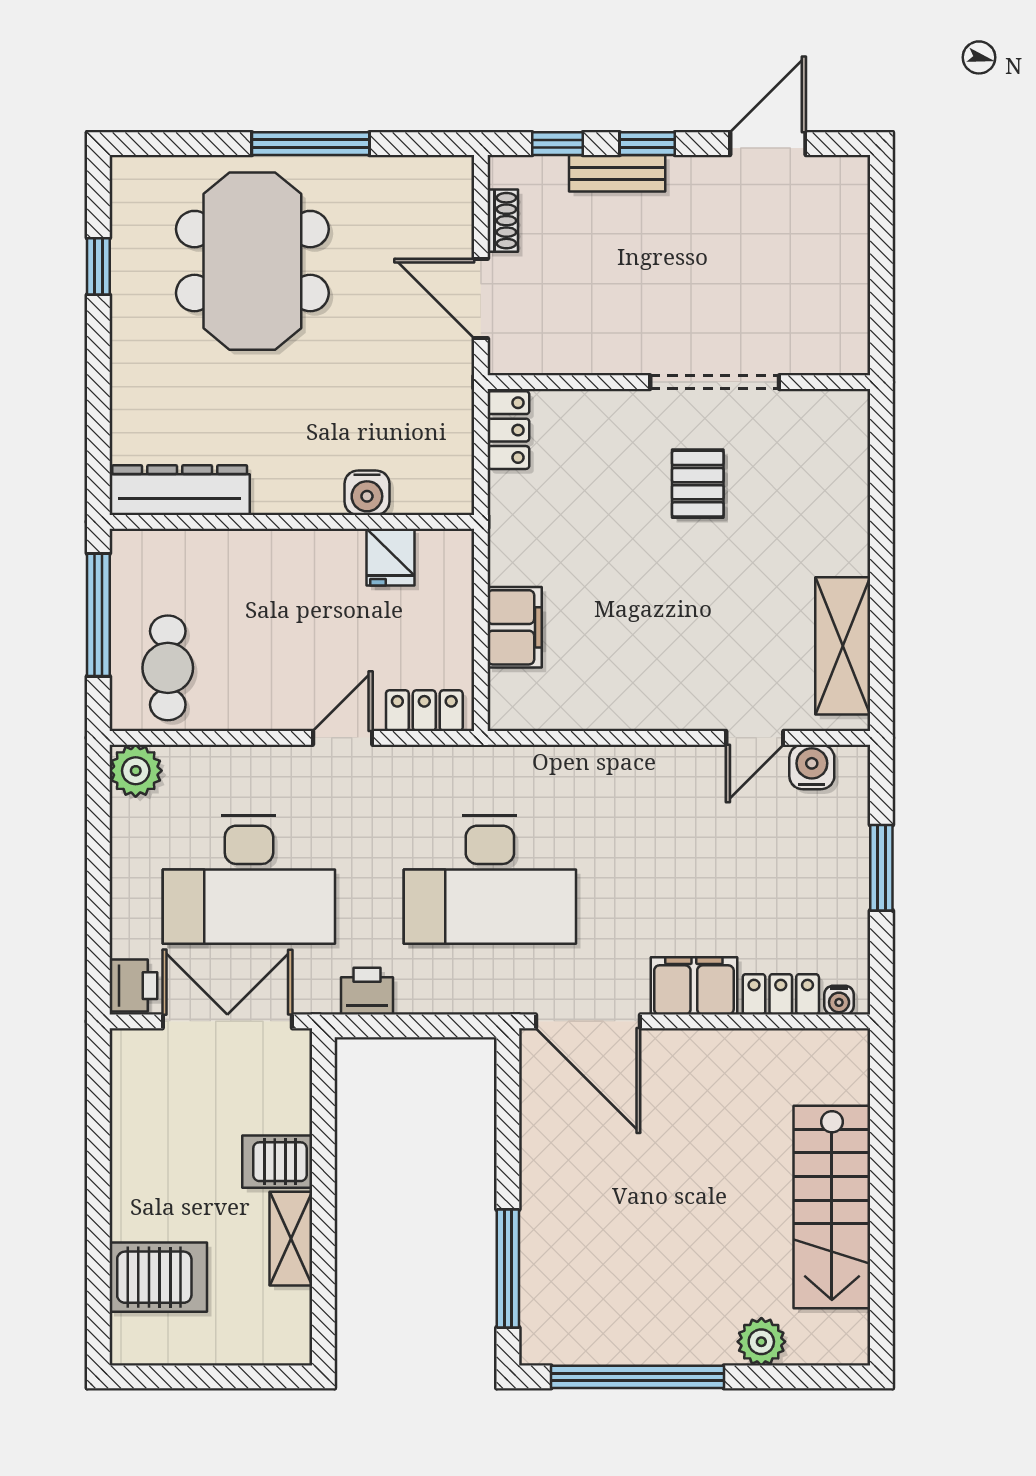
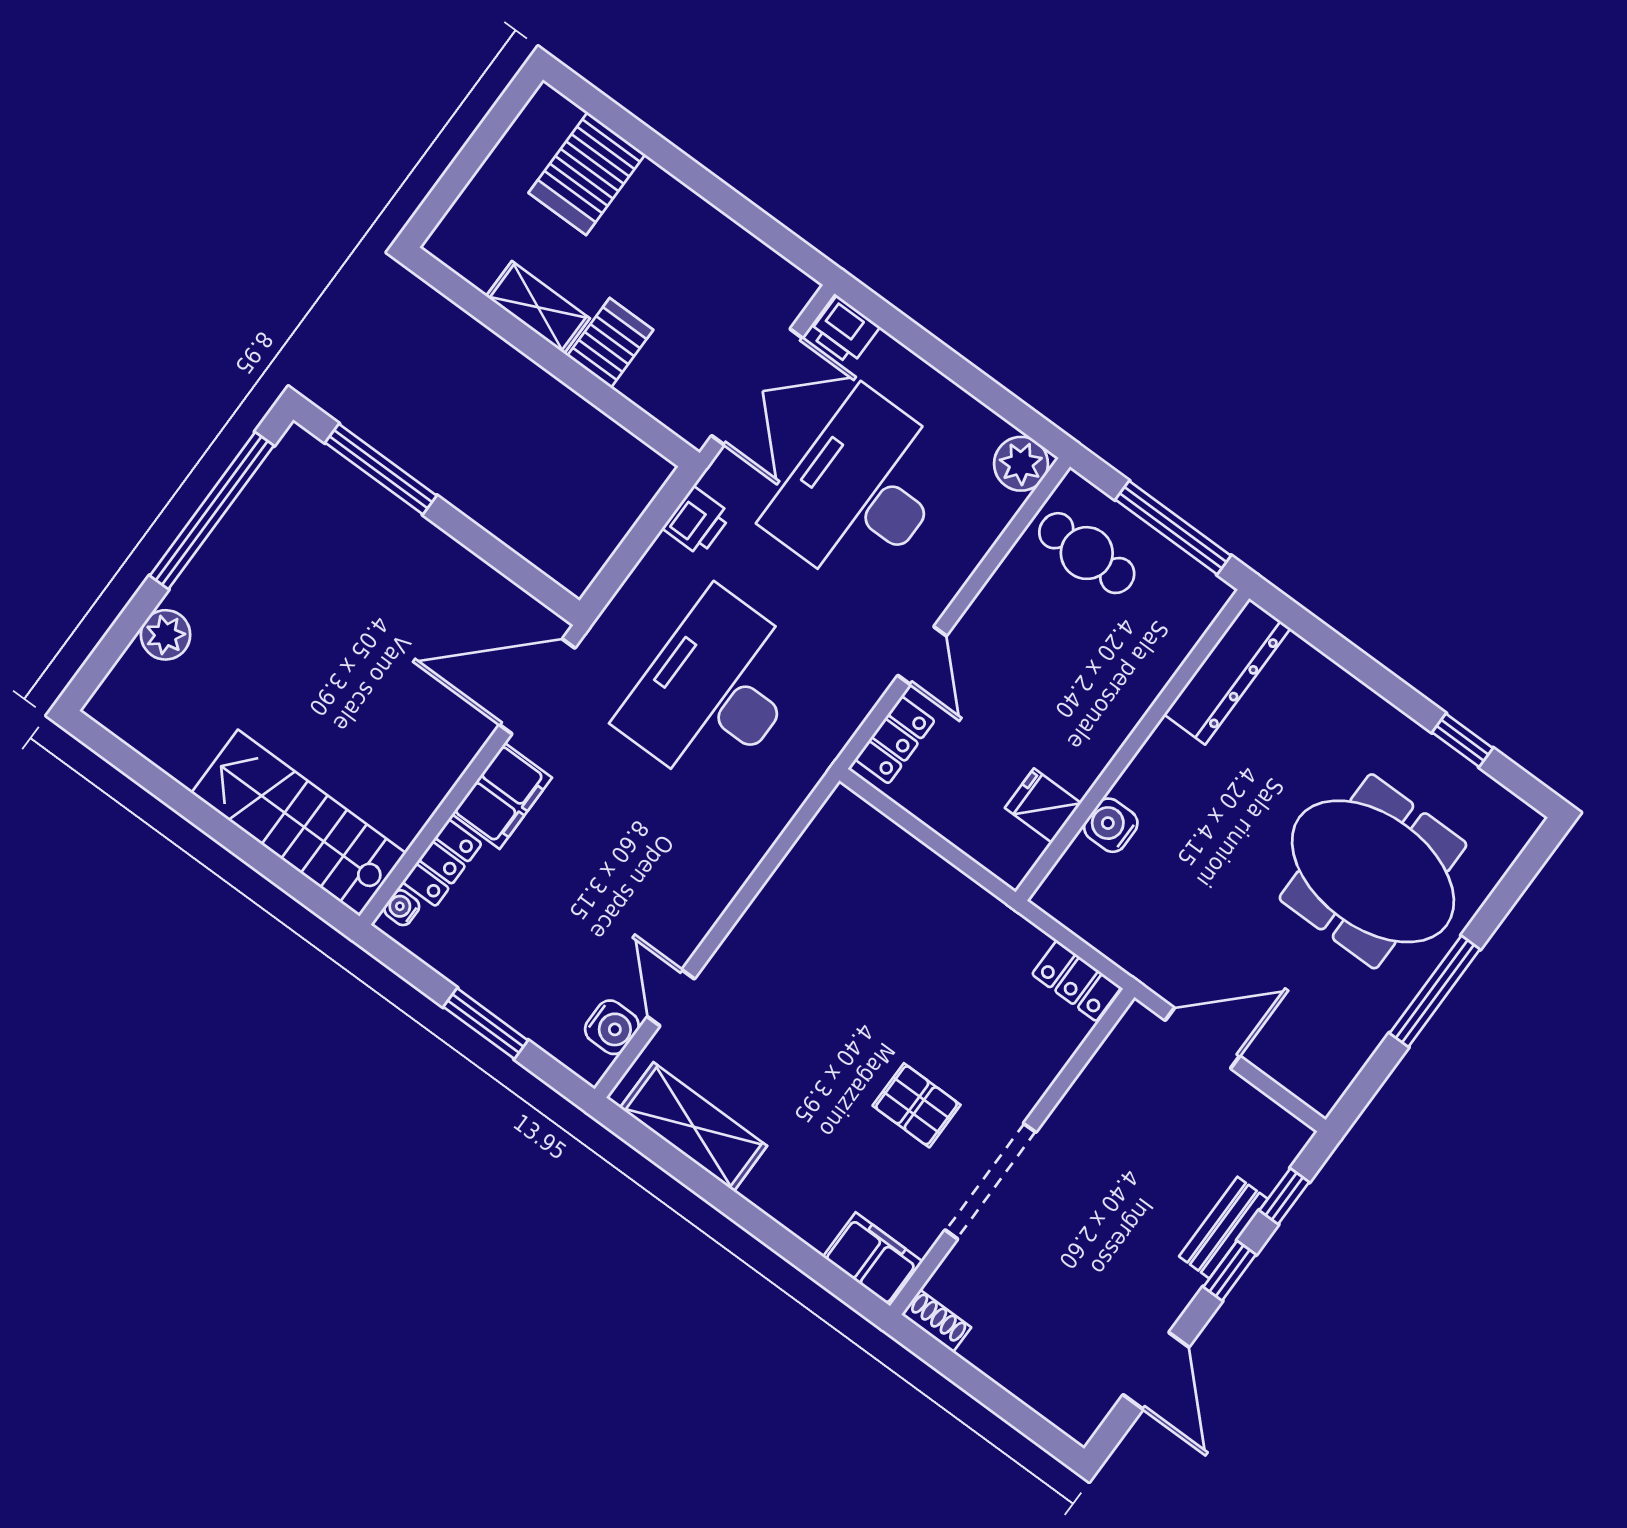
shoe rack: (503, 221) -> (936, 1321), moved, turned 180
filing cabinet: (515, 627) -> (873, 1259), moved, turned 180
stairs: (832, 1207) -> (299, 823), moved

